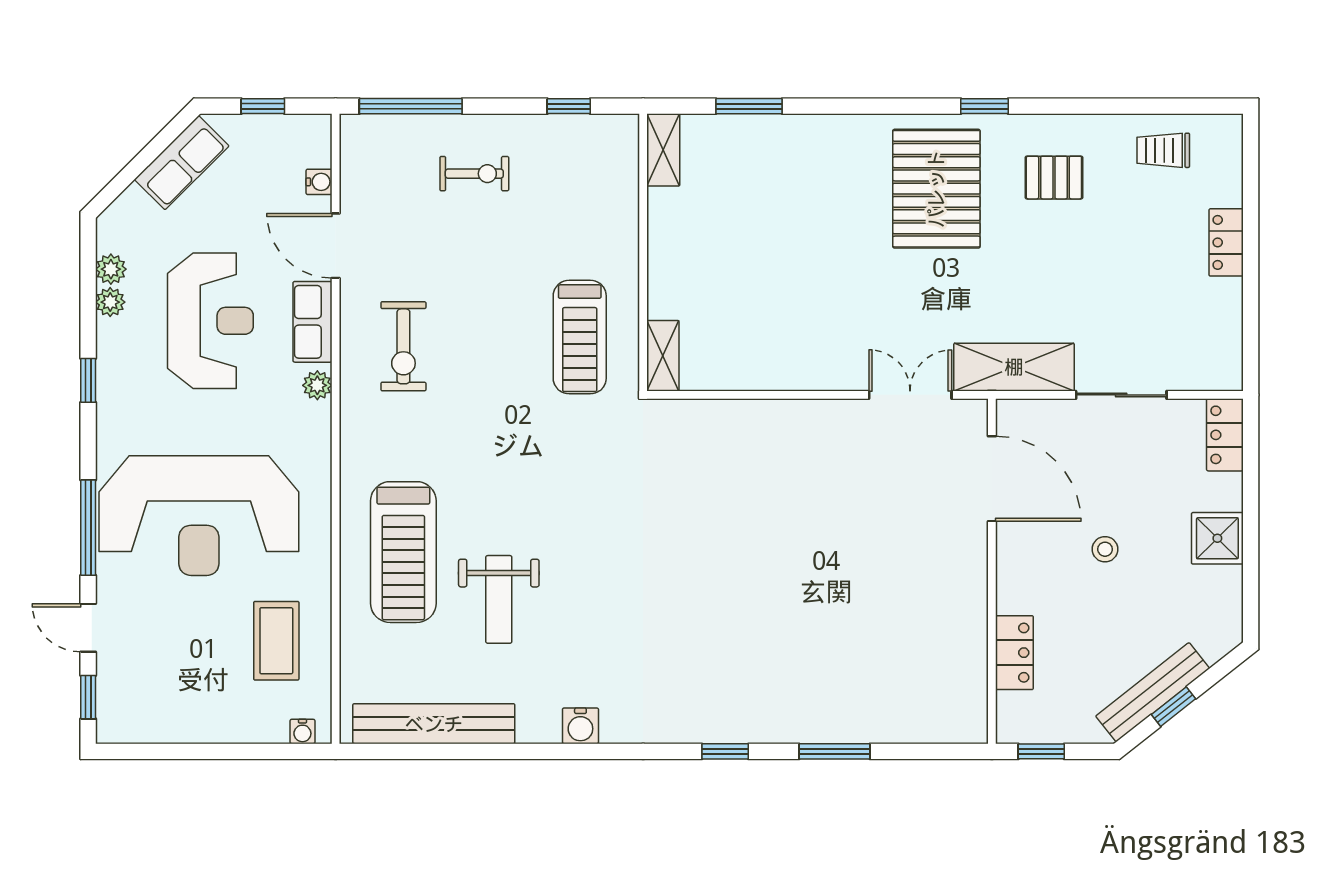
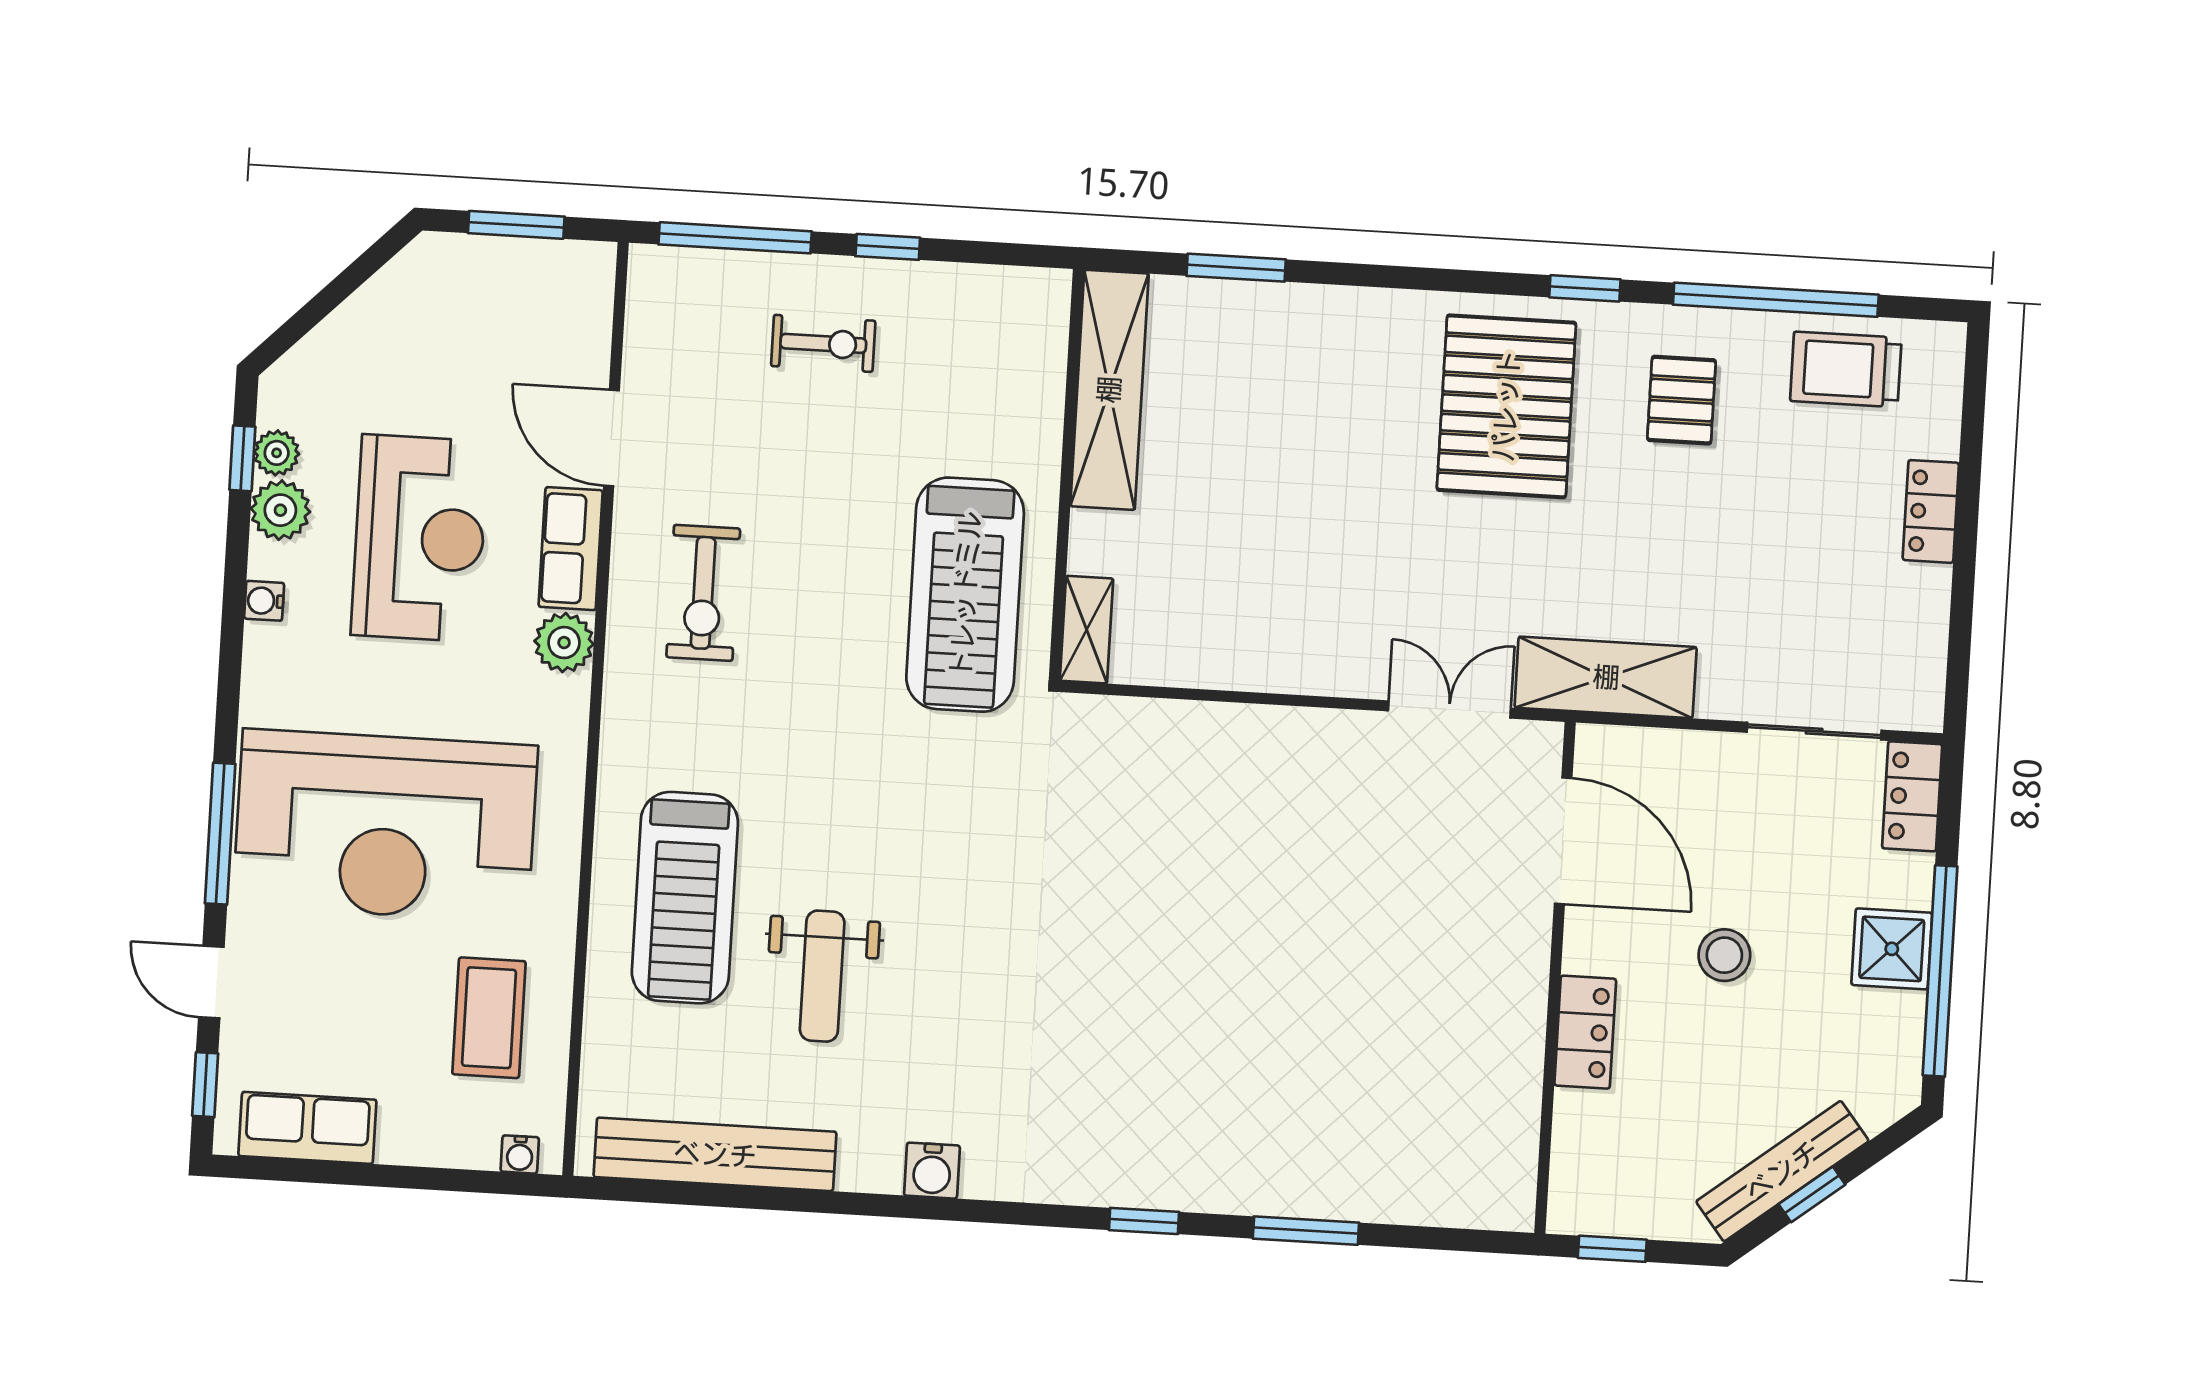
window: (263, 106) -> (516, 225), width x1.50
window: (569, 106) -> (888, 247), moved
window: (1113, 106) -> (1776, 300), added
shelving: (663, 150) -> (1109, 390), width x2.20, depth x1.33
trolley: (1163, 150) -> (1846, 369), width x1.36, depth x1.39
row of seats: (182, 163) -> (307, 1128), moved, turned -135
pallet: (1054, 178) -> (1682, 400), turned 90
water cooler: (319, 182) -> (264, 601), moved, turned 180
plant: (110, 302) -> (280, 510), width x1.38, depth x1.38
treadmill: (580, 337) -> (965, 595), width x1.37, depth x1.38
window: (88, 380) -> (242, 458), moved
plant: (317, 385) -> (564, 643), width x1.38, depth x1.38
sliding door: (1121, 395) -> (1814, 731), moved
stool: (1105, 549) -> (1724, 955), width x1.37, depth x1.37
window: (1251, 551) -> (1940, 971), added
locker: (1014, 653) -> (1585, 1032), moved

